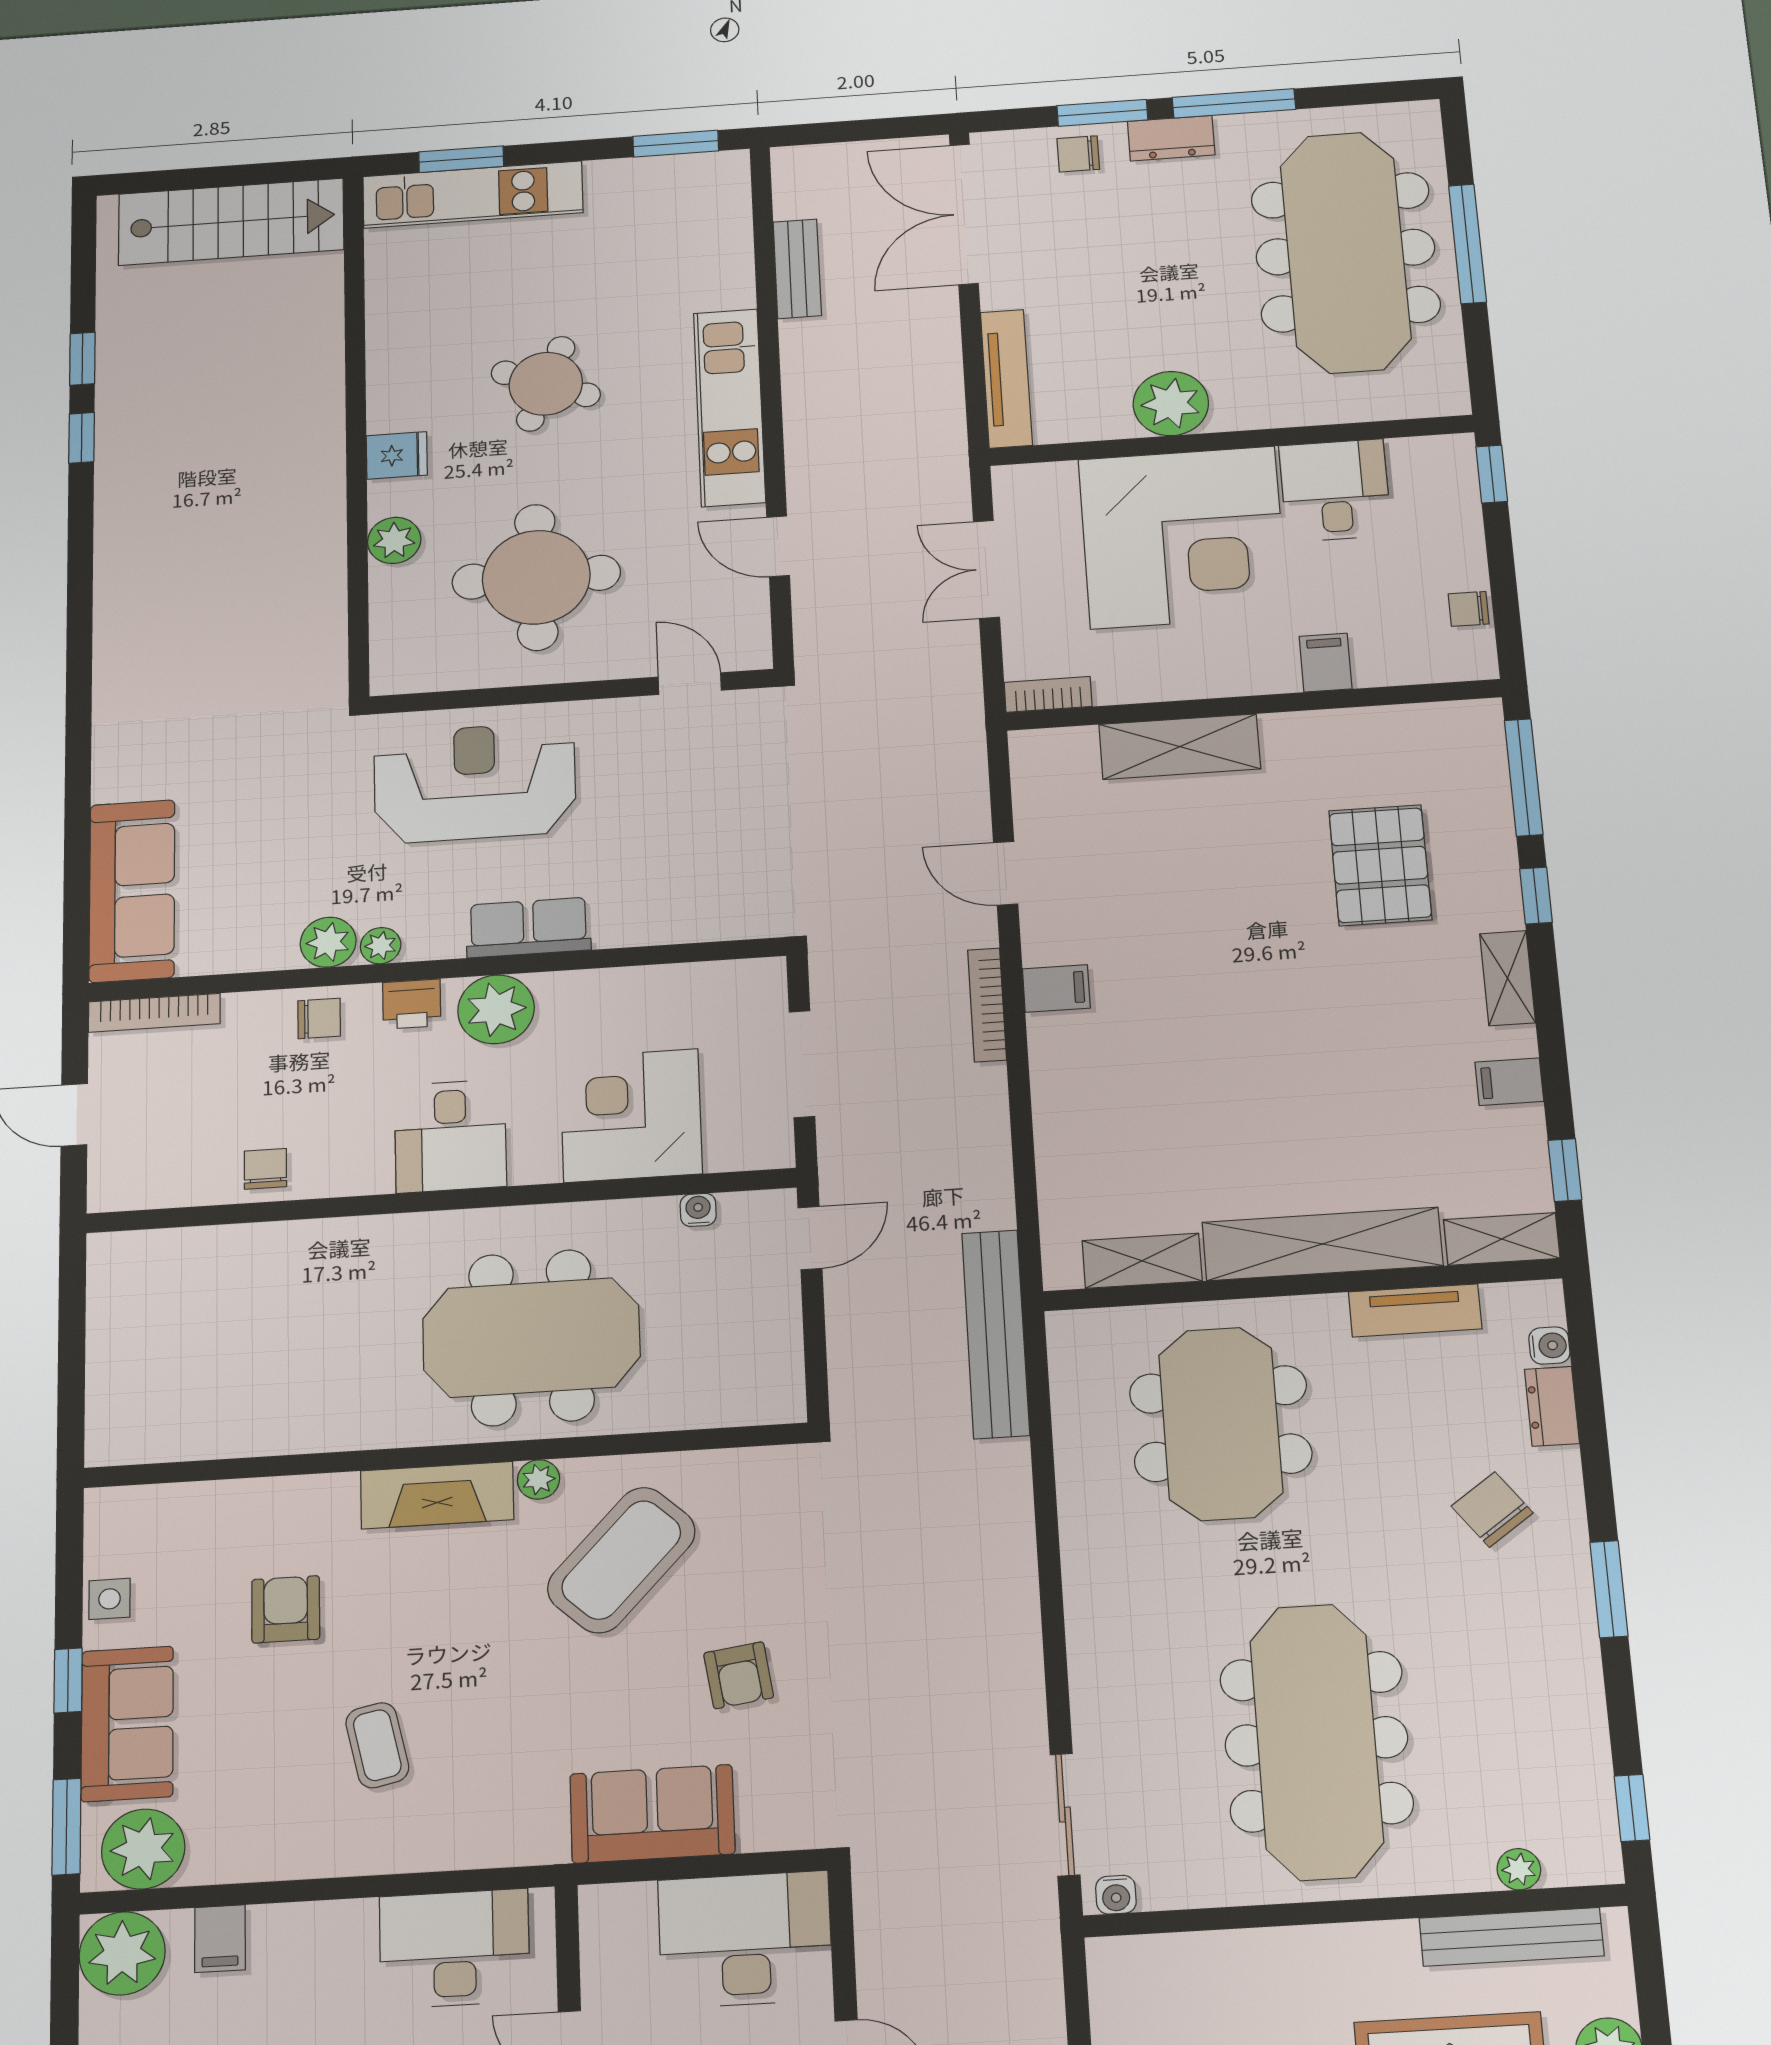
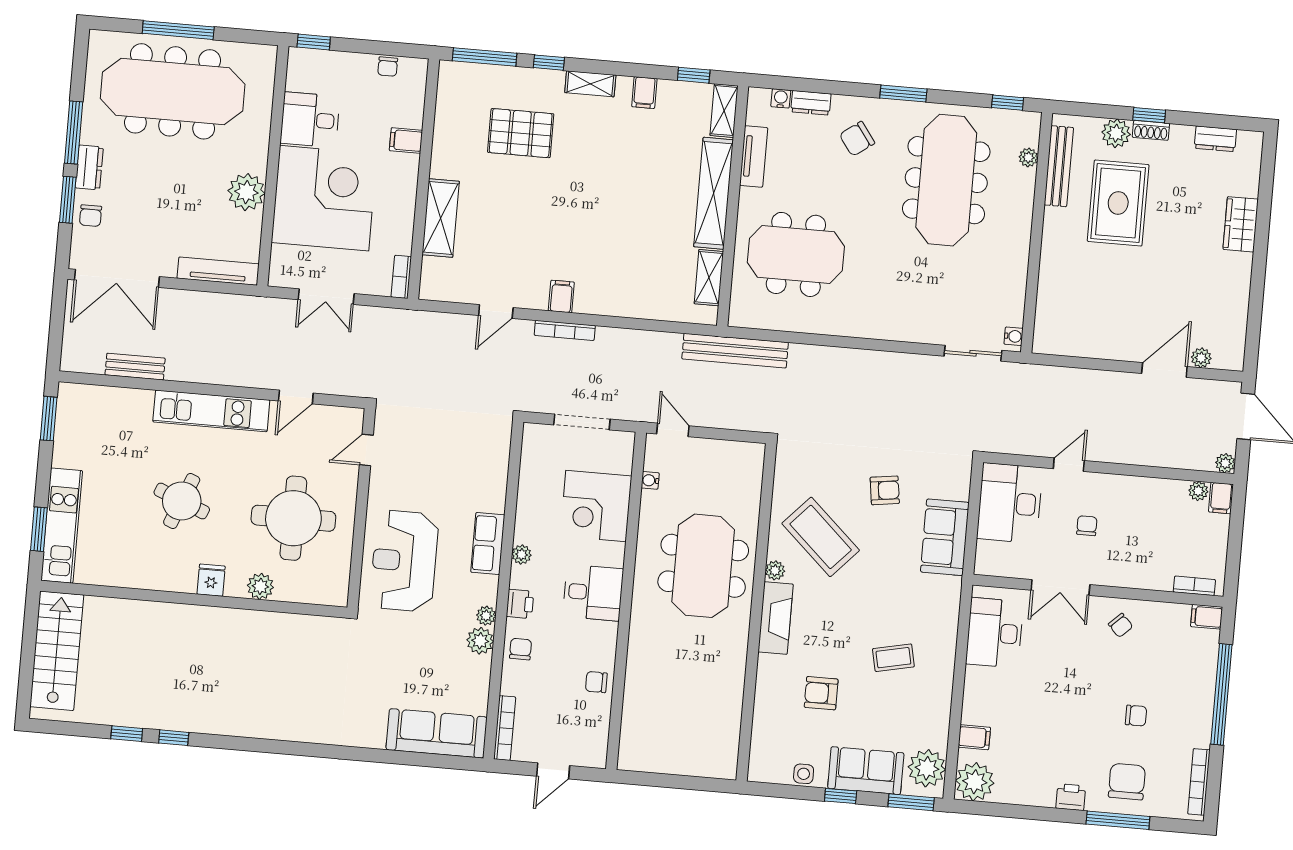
plant: (496, 1009) -> (522, 555), width x0.53, depth x0.53
meeting table: (1316, 1741) -> (946, 180), moved, turned 90

